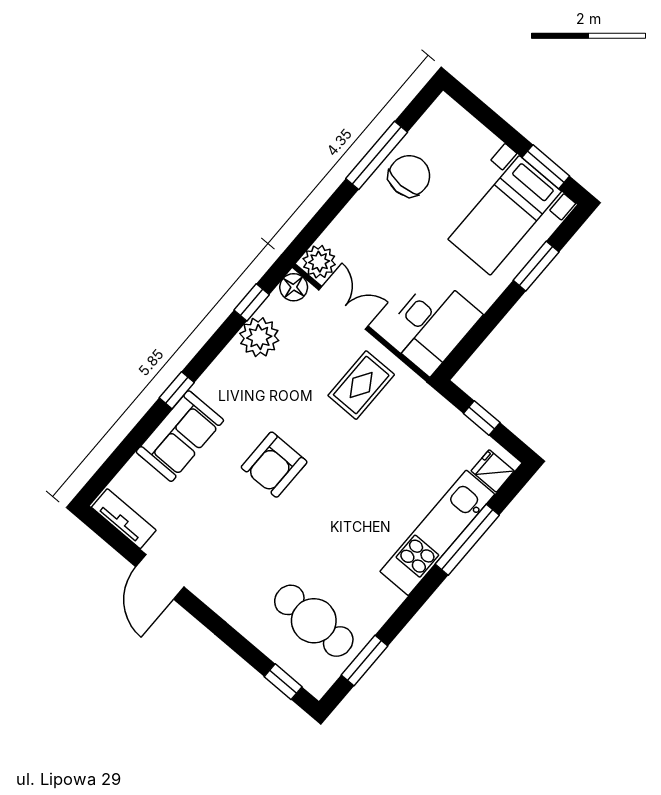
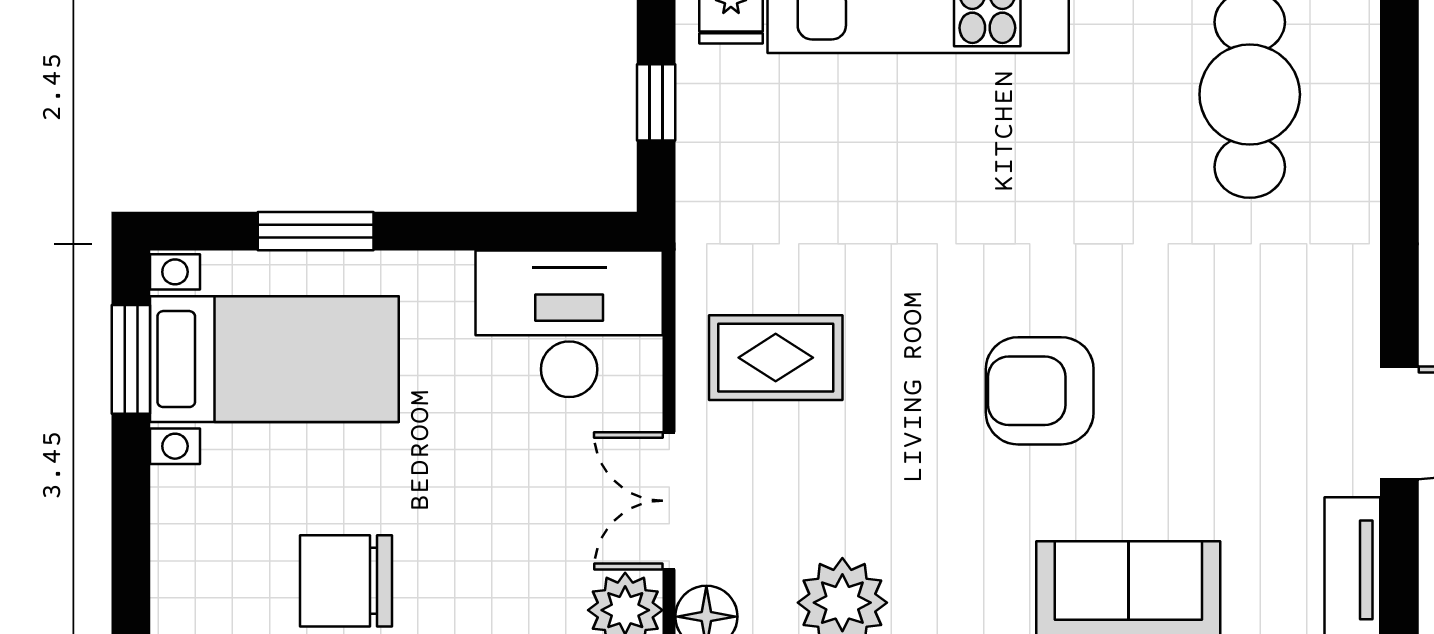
armchair: (274, 465) -> (1040, 391), turned 180
window: (283, 682) -> (1399, 58), removed

